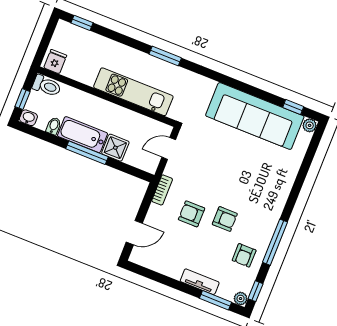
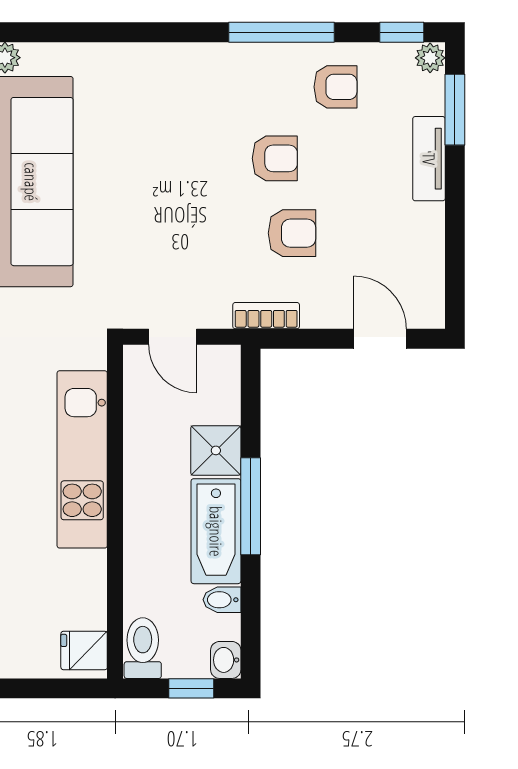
armchair: (192, 214) -> (292, 233), turned -90
armchair: (225, 219) -> (275, 158), turned 90

